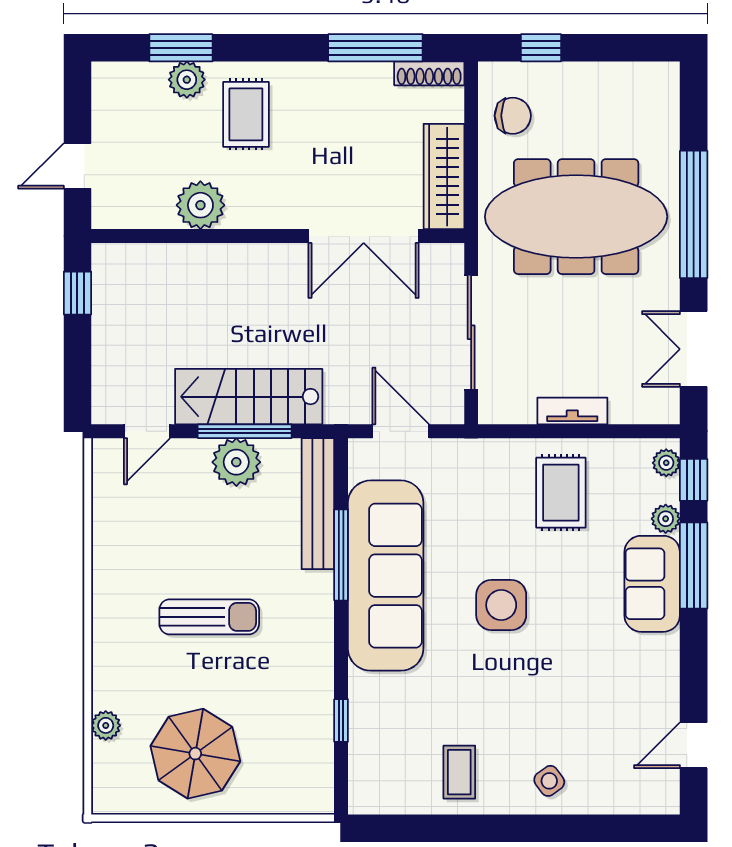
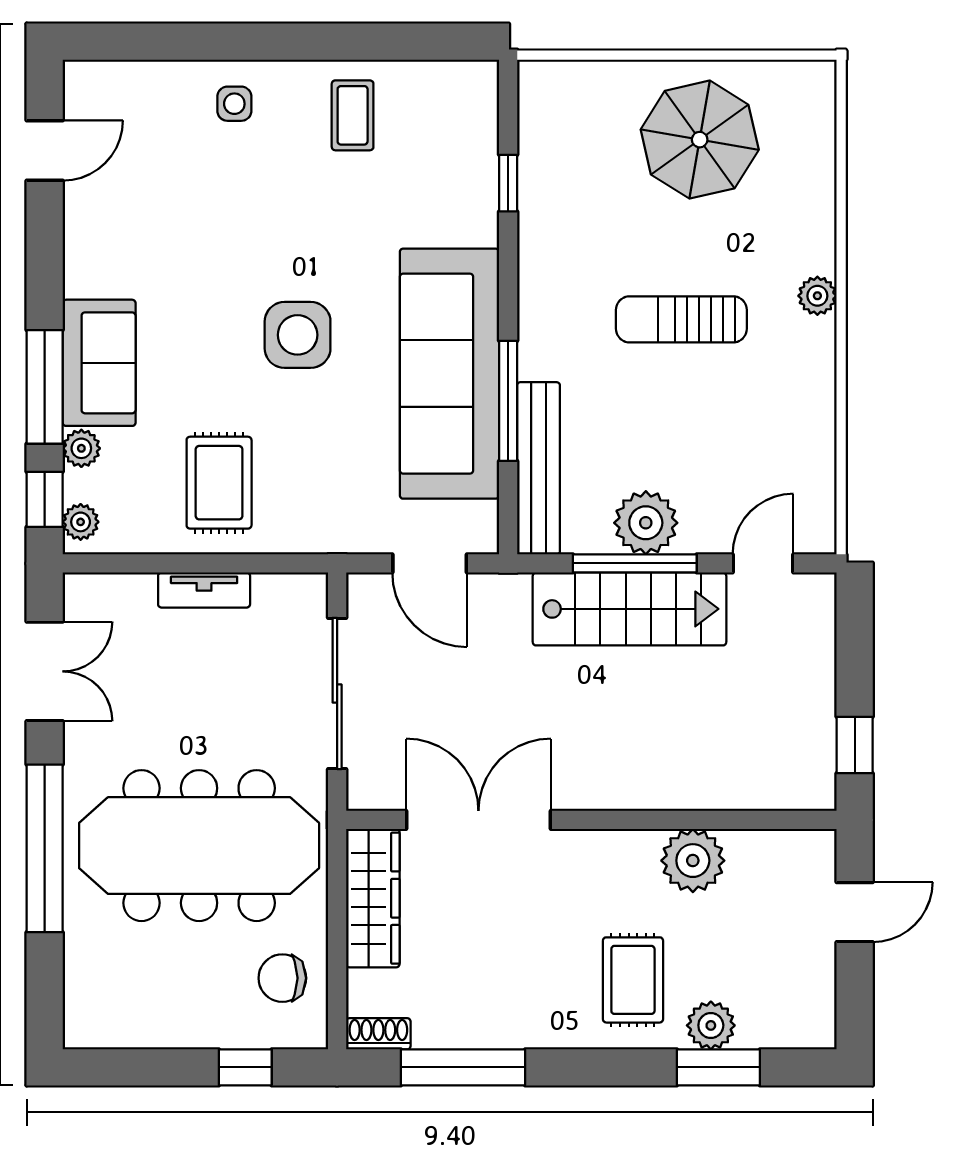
shoe rack: (429, 73) -> (378, 1034), width x0.70
plant: (106, 725) -> (817, 296), moved
side table: (549, 781) -> (234, 104), turned 36

